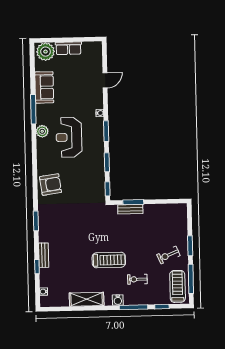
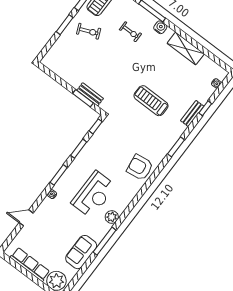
row of seats: (68, 48) -> (30, 264), width x1.48
treadmill: (109, 260) -> (151, 101), moved

